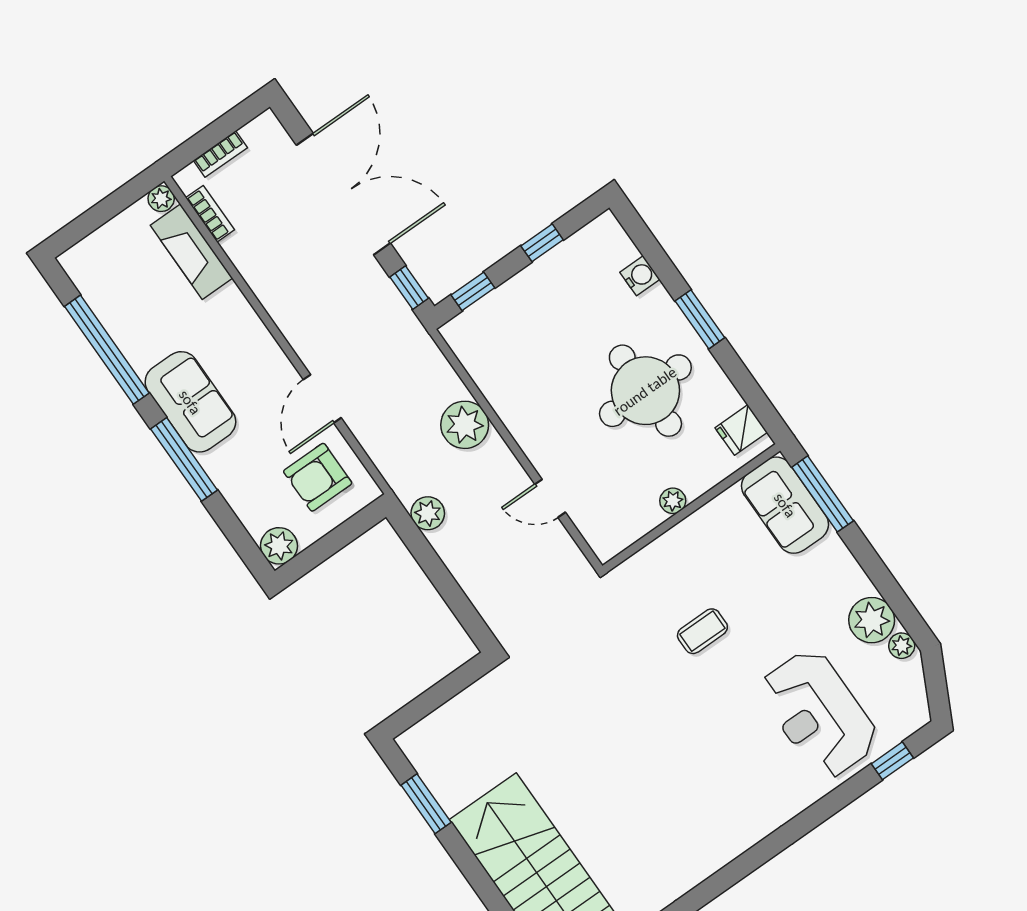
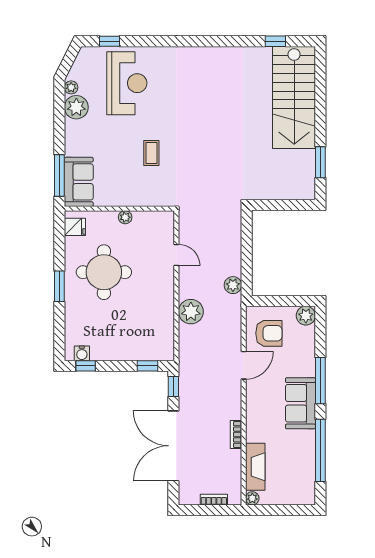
bookcase: (210, 214) -> (236, 434), moved
window: (542, 243) -> (86, 366), moved
water cooler: (640, 276) -> (82, 353), moved, turned -90
coffee table: (702, 631) -> (151, 153), turned 90

